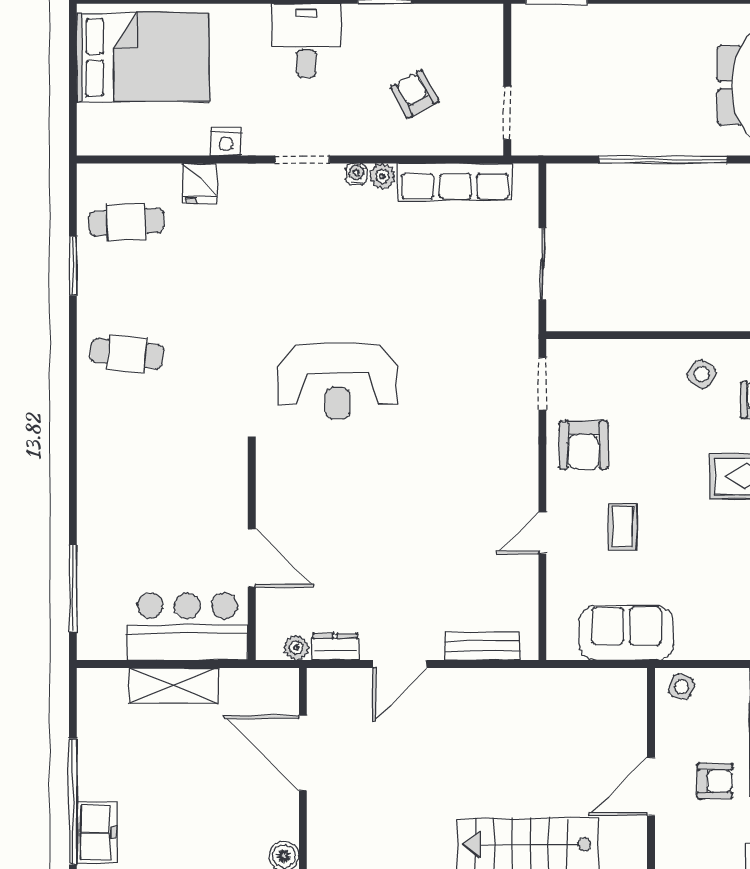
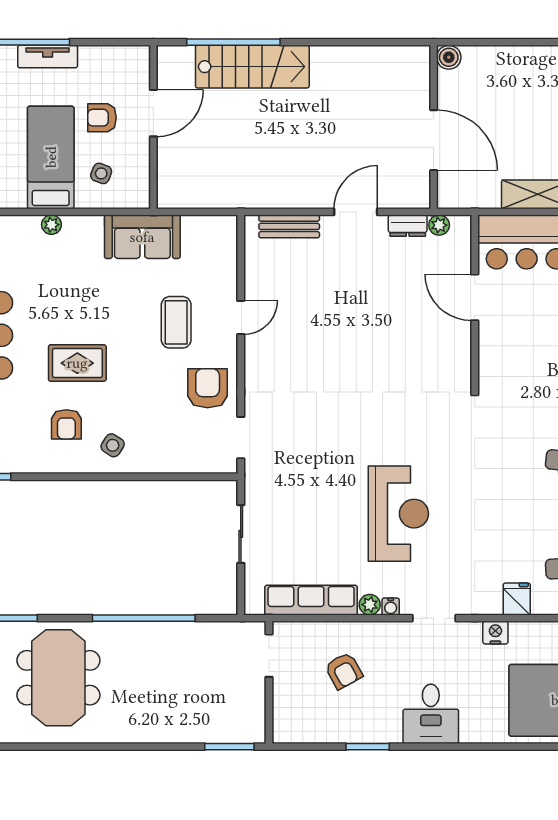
reception desk: (338, 382) -> (398, 514), moved, turned 90
coffee table: (623, 527) -> (176, 322), width x1.36, depth x1.30
sofa: (626, 633) -> (142, 237), moved
side table: (681, 687) -> (101, 173), moved

